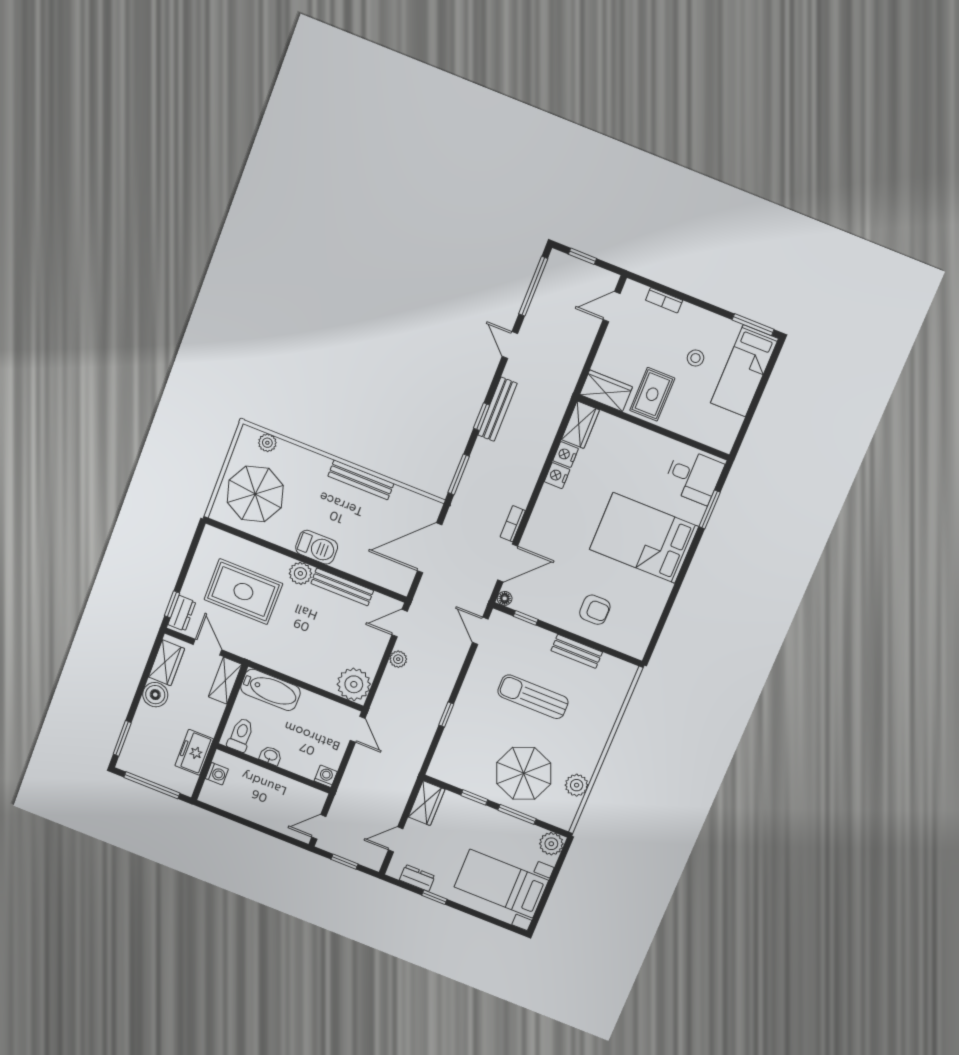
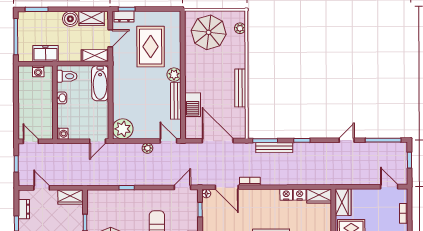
bench: (497, 409) -> (274, 148), moved
barbecue: (317, 547) -> (193, 105), moved

